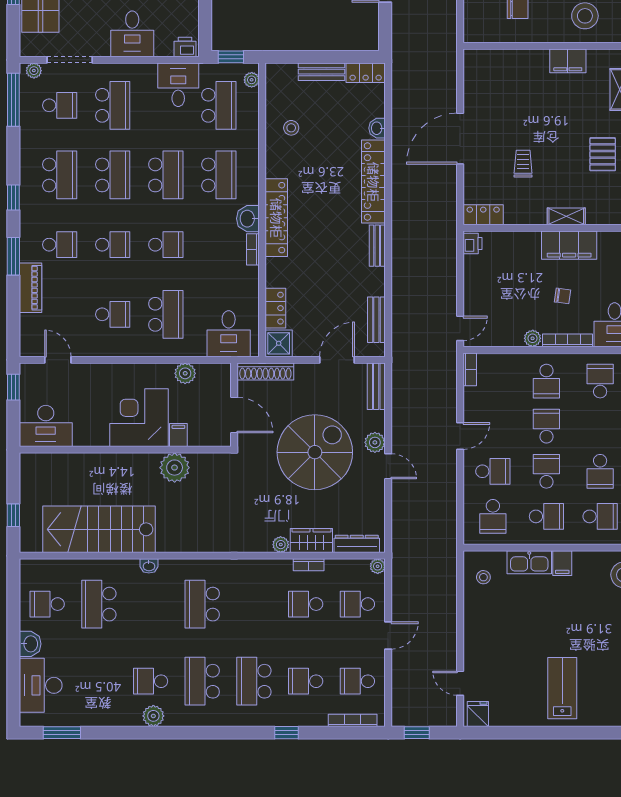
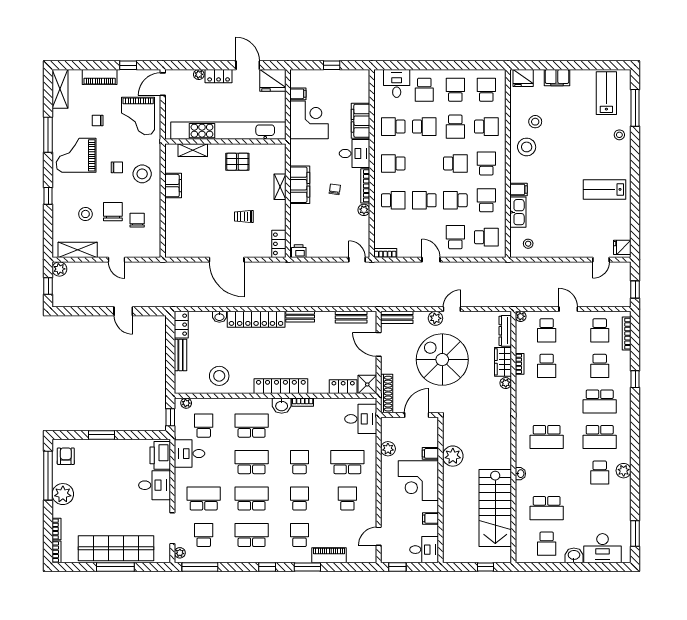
printer: (185, 47) -> (160, 455), width x1.87, depth x1.48
school desk: (219, 105) -> (204, 426), width x0.54
stool: (291, 128) -> (219, 376), width x1.89, depth x1.89
desk: (46, 426) -> (424, 550), width x0.73
filing cabinet: (84, 435) -> (431, 518), added

